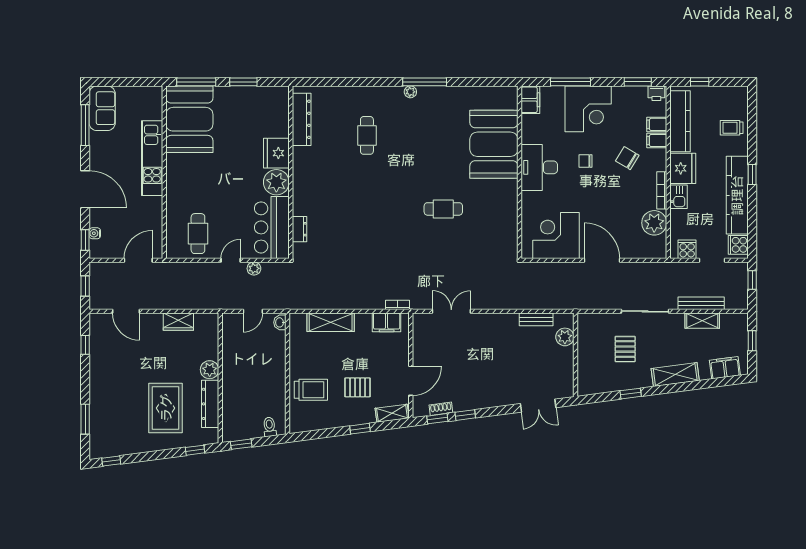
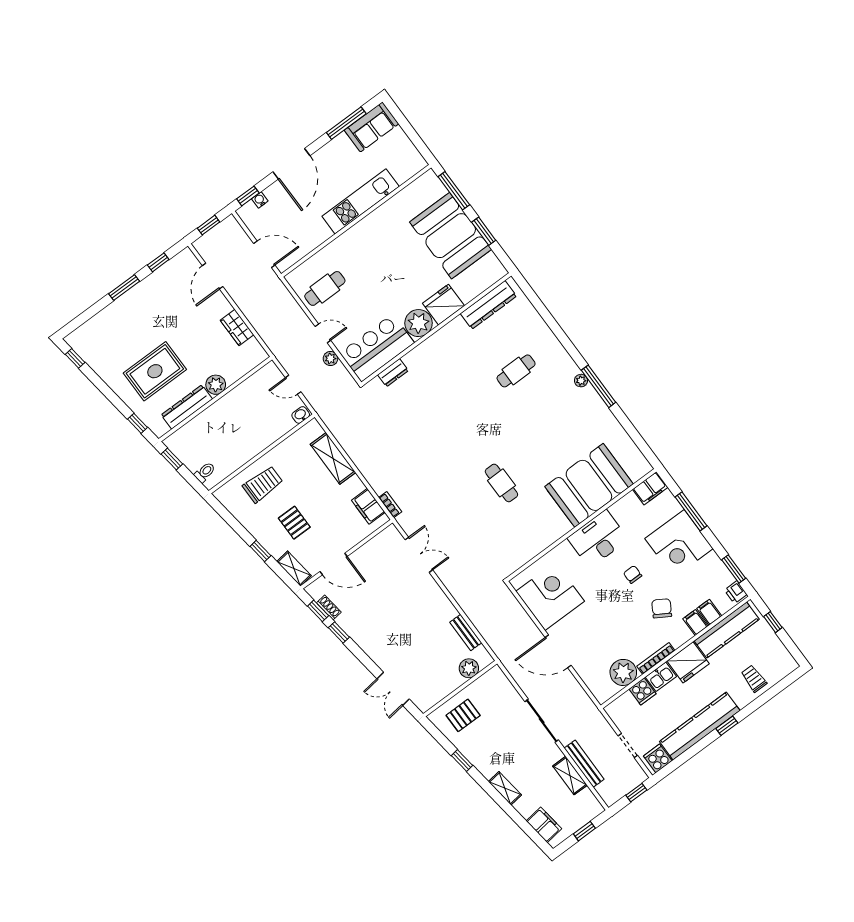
booth: (189, 119) -> (451, 236), moved, turned 90
cooker: (687, 249) -> (642, 691), moved, turned 90
door: (602, 260) -> (558, 651), swing flipped
pallet: (625, 349) -> (463, 715), moved
shelving: (675, 375) -> (505, 788), width x0.67, depth x0.75
trolley: (311, 390) -> (263, 484), turned -90
window: (85, 419) -> (124, 287), moved

